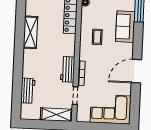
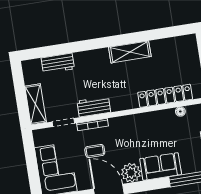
coffee table: (97, 37) -> (95, 151), moved
plant: (125, 51) -> (131, 173), added

